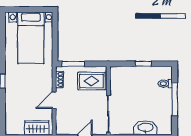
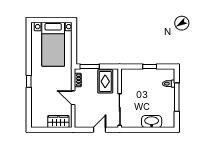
rug: (91, 81) -> (105, 81), turned 90
door: (54, 100) -> (73, 98), hinge flipped

